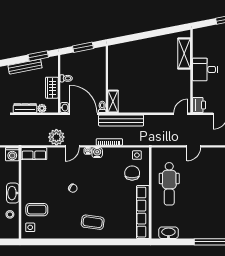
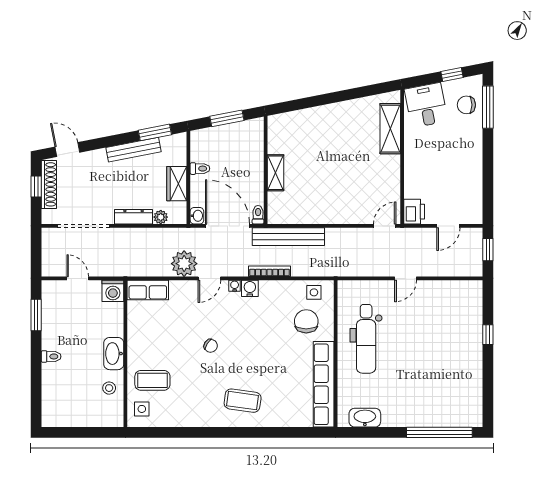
desk: (205, 69) -> (426, 105), moved, turned 79
shelving: (113, 101) -> (275, 173), moved

